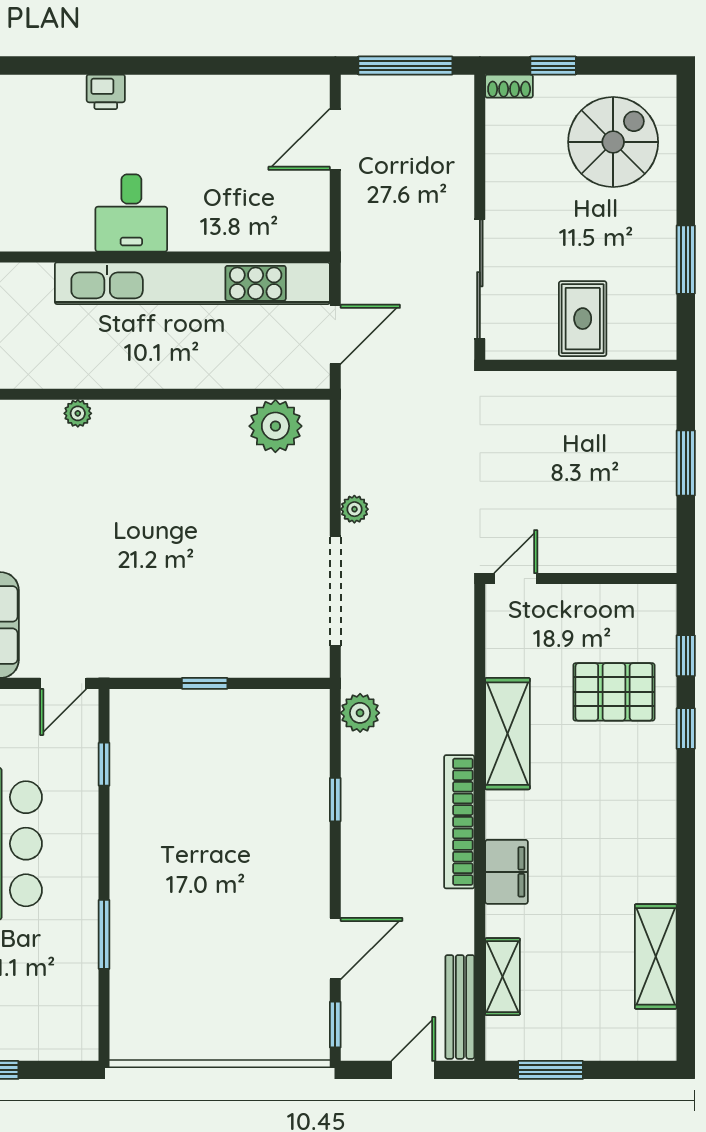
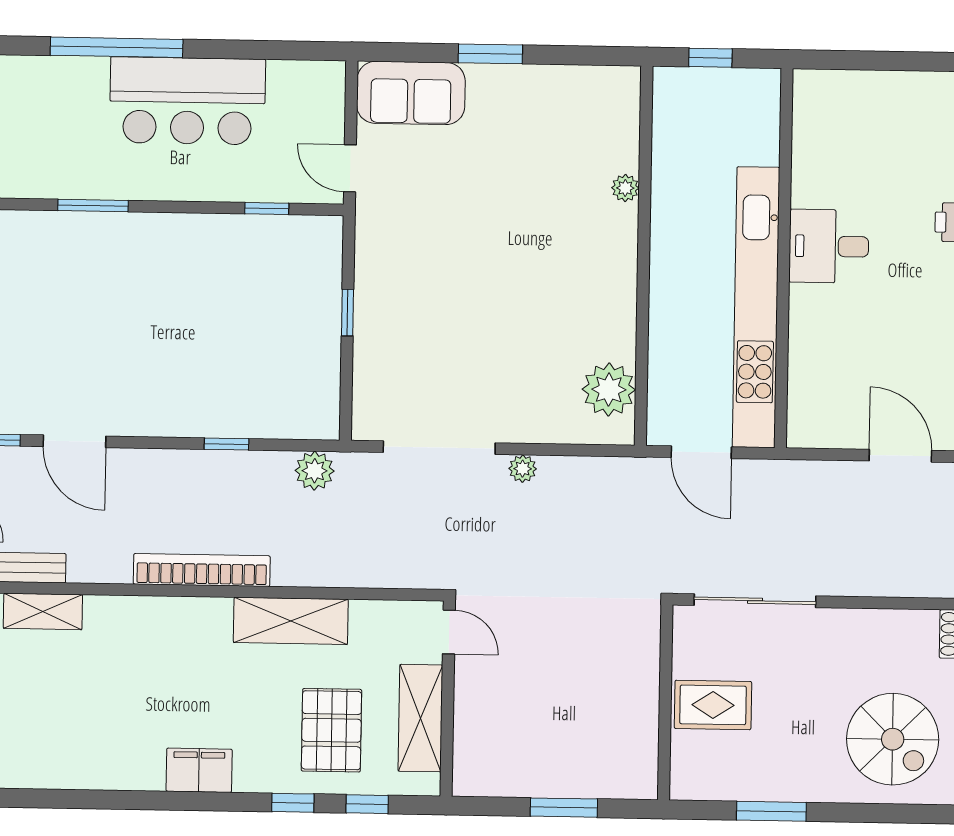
filing cabinet: (507, 872) -> (199, 770), moved, turned 180
shelving: (656, 956) -> (420, 718), moved, turned 90

